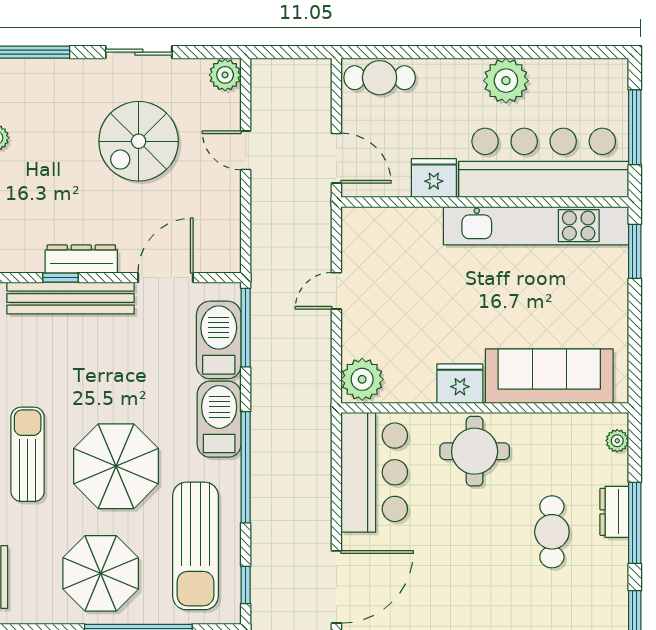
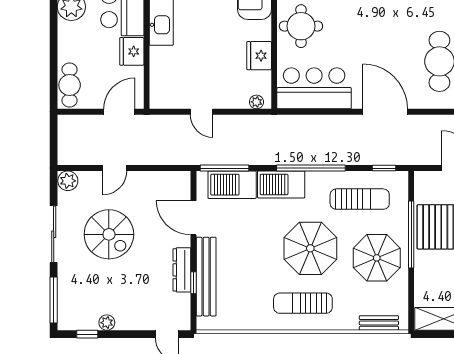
sliding door: (139, 52) -> (54, 234), width x1.37
plant: (362, 379) -> (256, 102), width x0.53, depth x0.53
fridge: (460, 384) -> (259, 56), moved
sun lounger: (195, 546) -> (360, 199), width x0.73, depth x0.75

